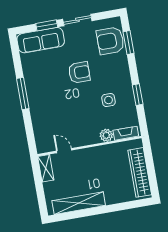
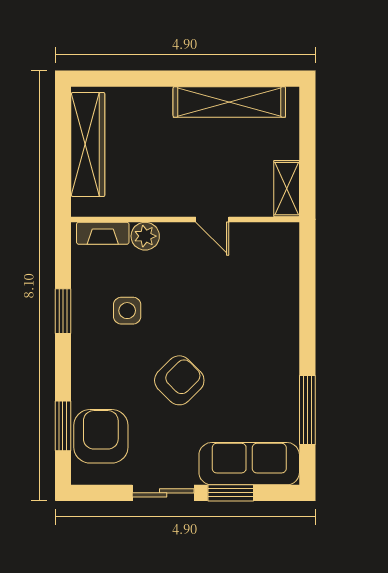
armchair: (110, 41) -> (101, 436), turned -90
armchair: (79, 72) -> (179, 380), turned 135
window: (23, 93) -> (307, 410), moved
door: (64, 151) -> (212, 219), moved

